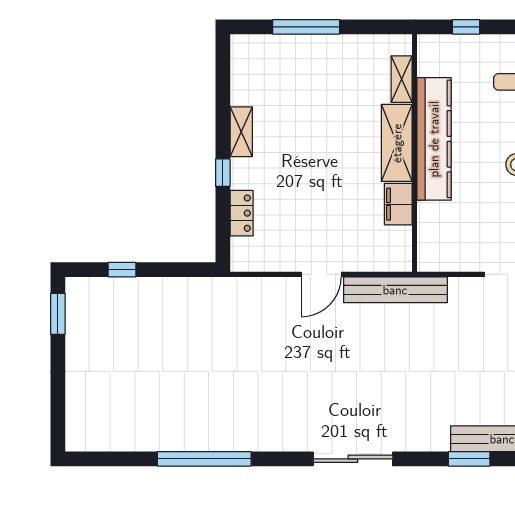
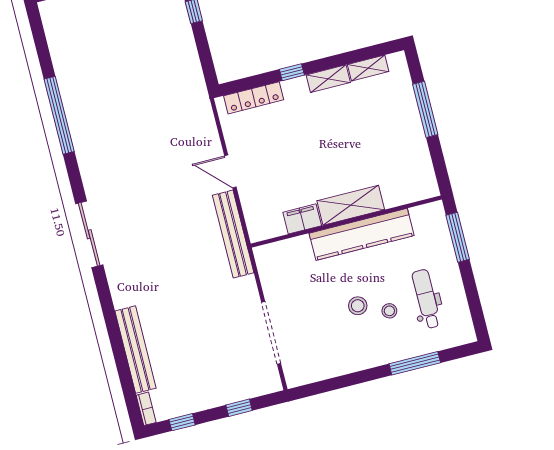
window: (466, 27) -> (458, 237), width x2.17
shelving: (402, 79) -> (368, 68), moved
locker: (242, 213) -> (254, 98), width x1.53
window: (469, 459) -> (113, 327), removed

